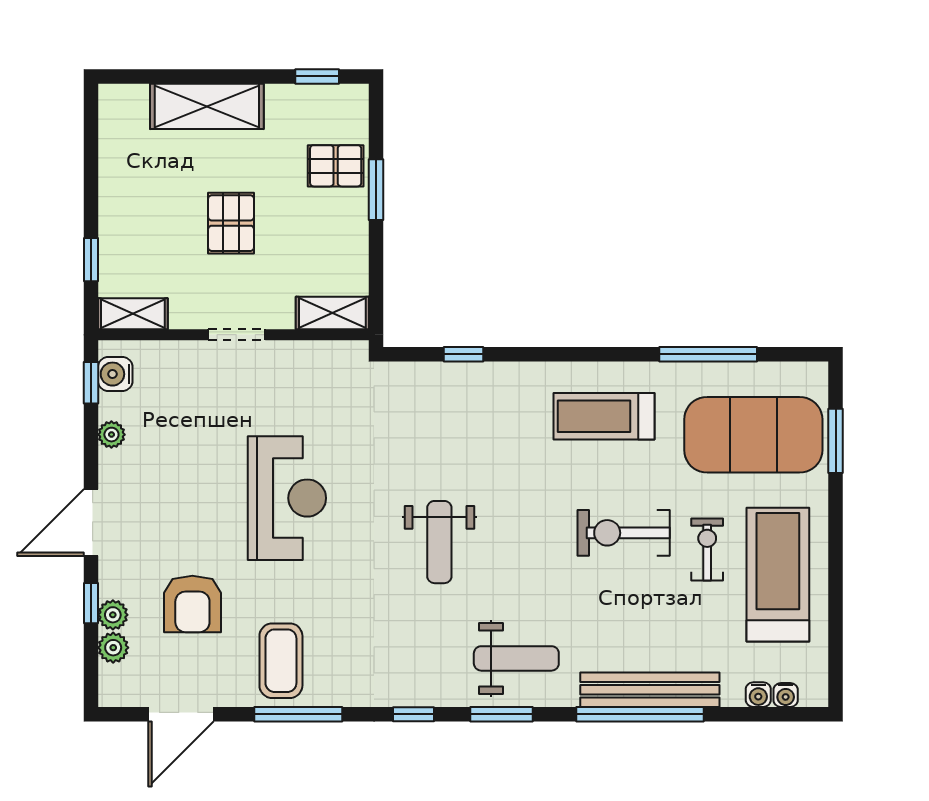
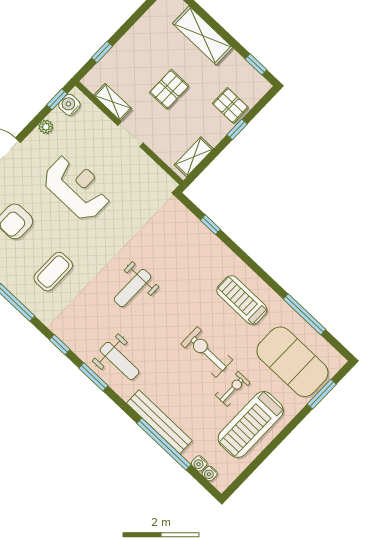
window: (376, 190) -> (237, 129), width x0.67
shelving: (332, 313) -> (194, 157), moved, turned 90
shelving: (133, 314) -> (113, 102), moved
reception desk: (287, 498) -> (77, 187), moved, turned -90
treadmill: (778, 575) -> (251, 424), turned 180
coffee table: (281, 661) -> (53, 272), moved
window: (640, 714) -> (164, 444), moved

